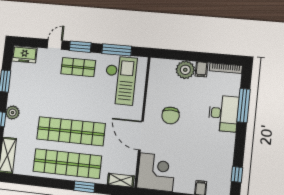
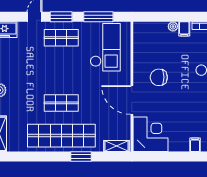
plant: (185, 70) -> (173, 26), width x0.53, depth x0.53
chair: (171, 115) -> (159, 77), turned 90
shop shelf: (71, 131) -> (61, 103), width x0.50, depth x0.74

